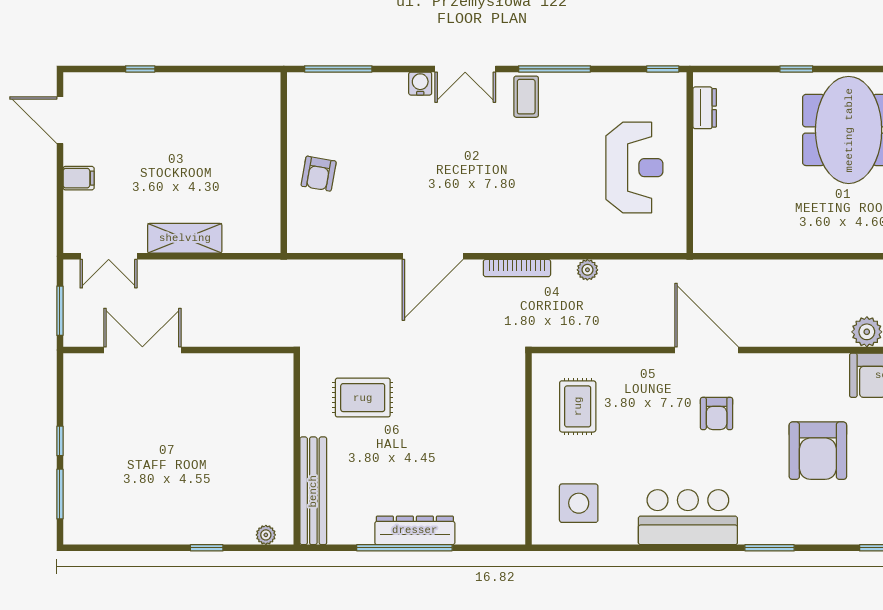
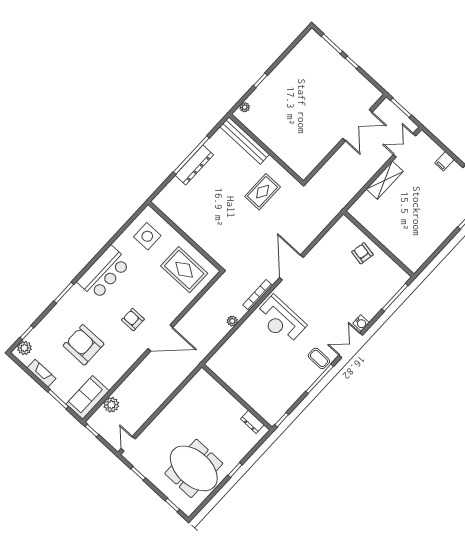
reception desk: (634, 168) -> (281, 320), moved
rug: (578, 406) -> (184, 270), width x1.36, depth x1.43

